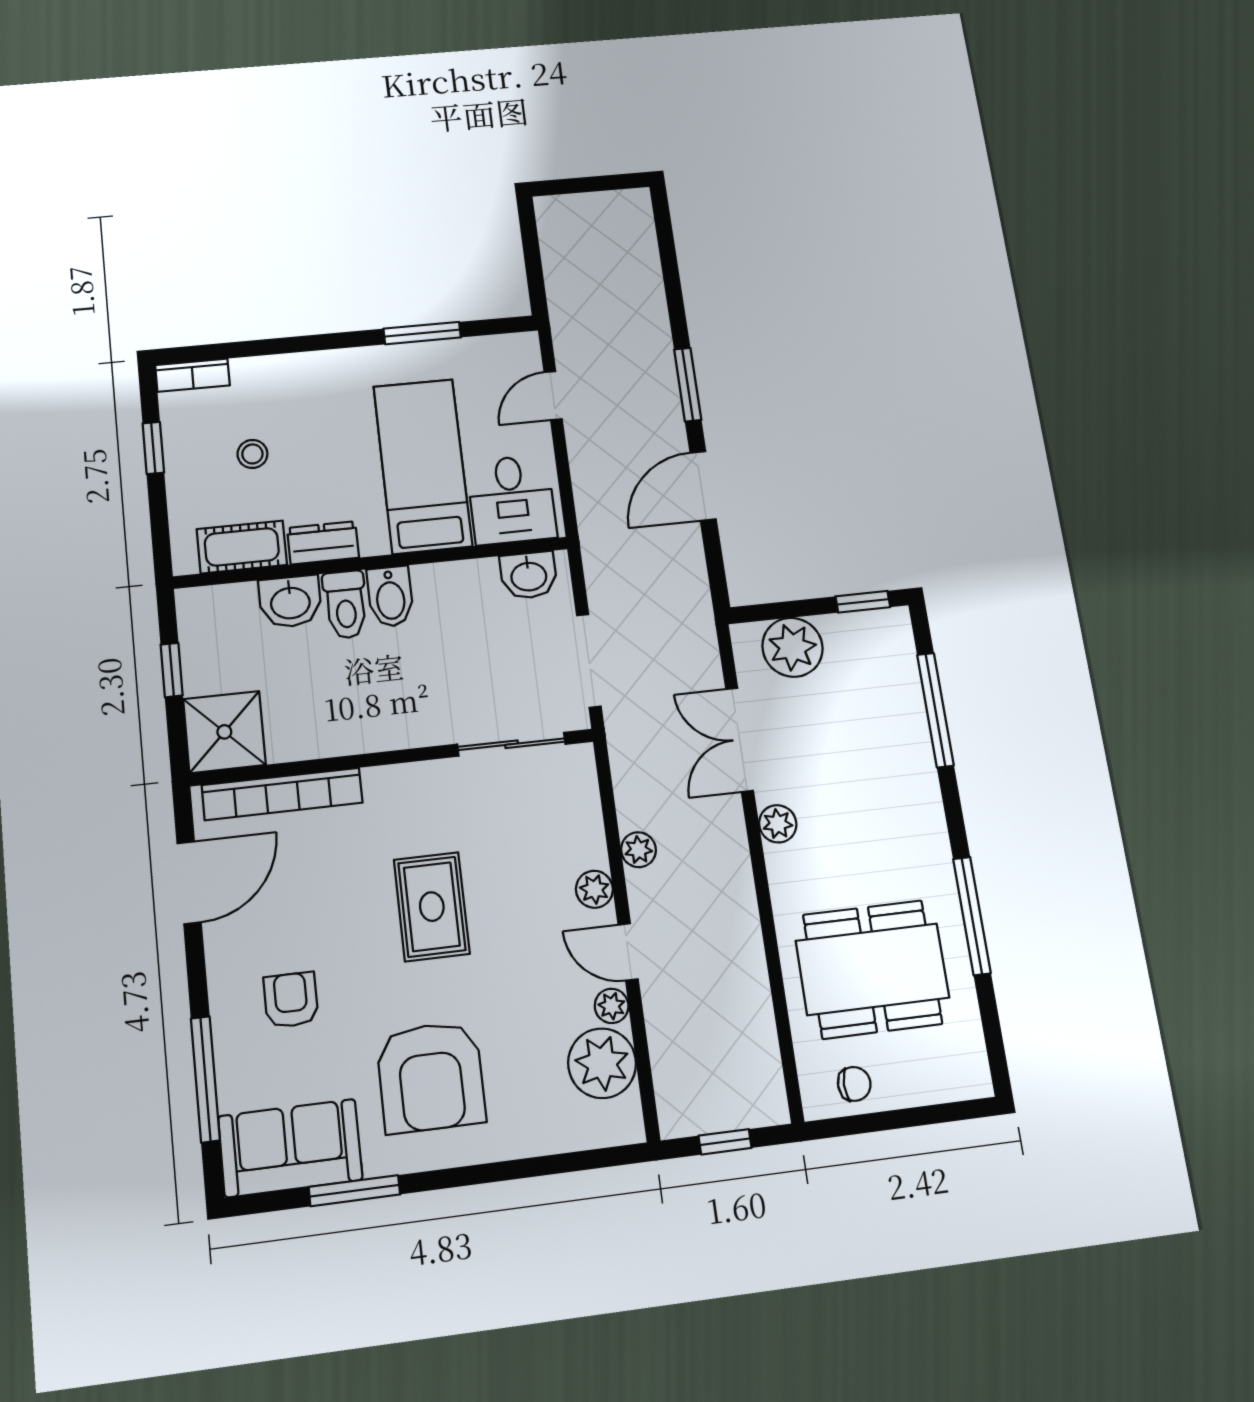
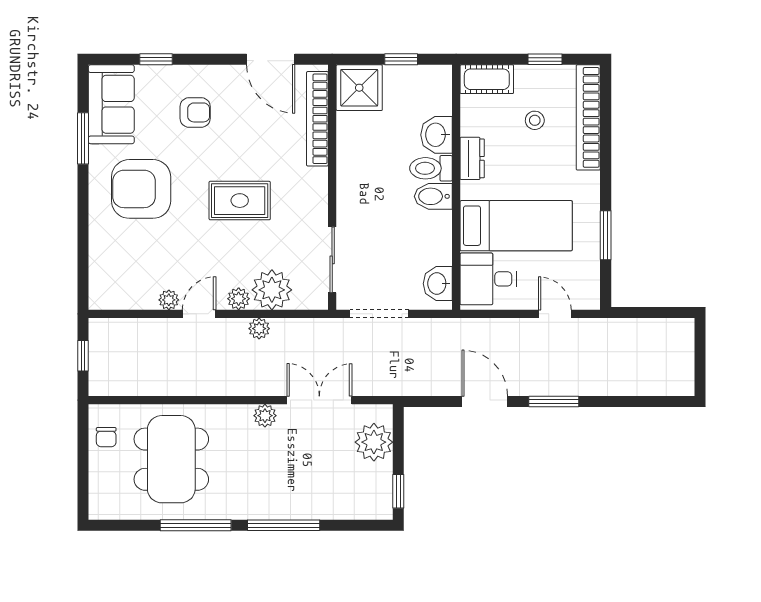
bookcase: (193, 375) -> (588, 117), width x2.31, depth x1.31
cot: (242, 547) -> (487, 79), moved, turned 90
window: (935, 710) -> (284, 525), moved
plant: (602, 1063) -> (272, 290), moved
window: (205, 1079) -> (156, 59), width x0.46

